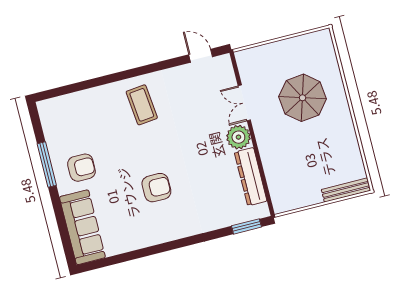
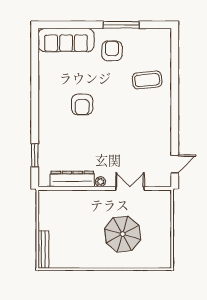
coffee table: (142, 105) -> (147, 80), moved
plant: (238, 137) -> (100, 182), width x0.53, depth x0.53
armchair: (81, 168) -> (112, 51), turned 180
window: (246, 226) -> (35, 155), moved

